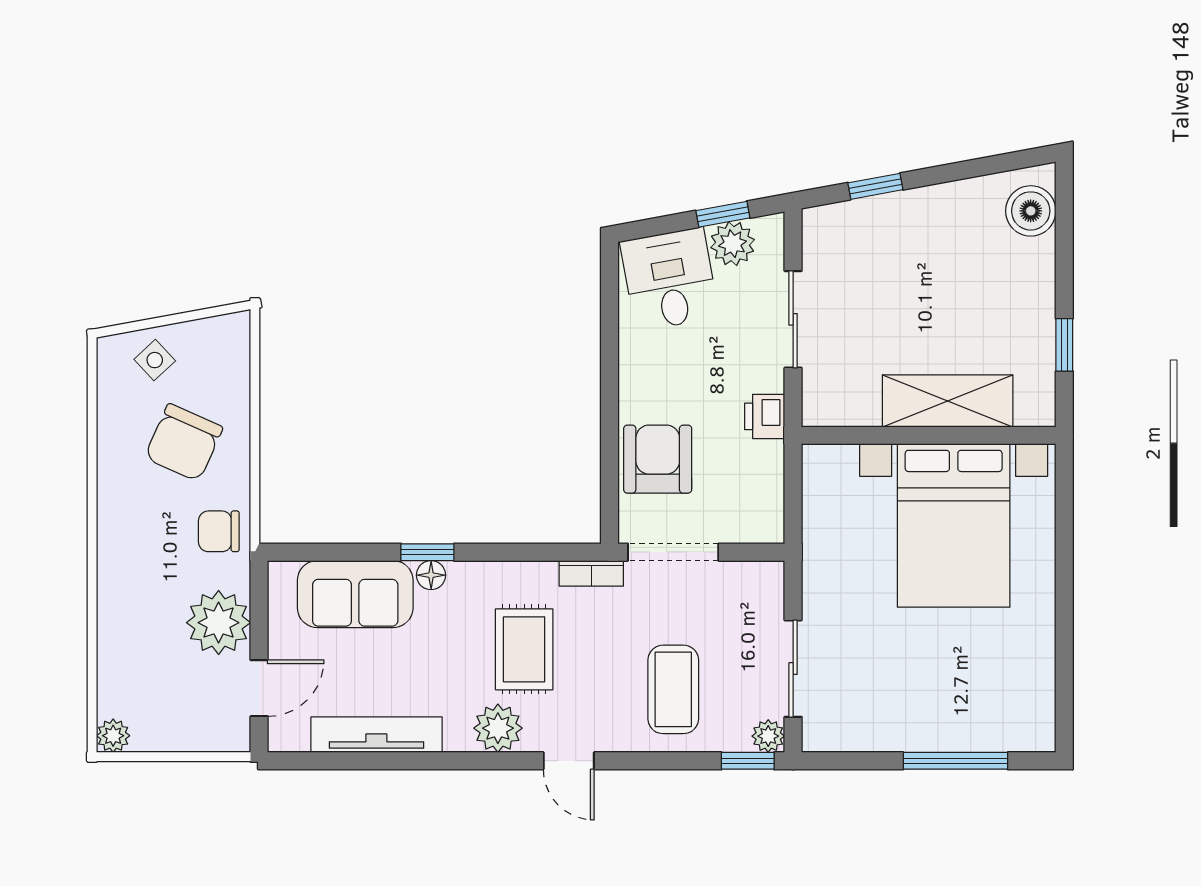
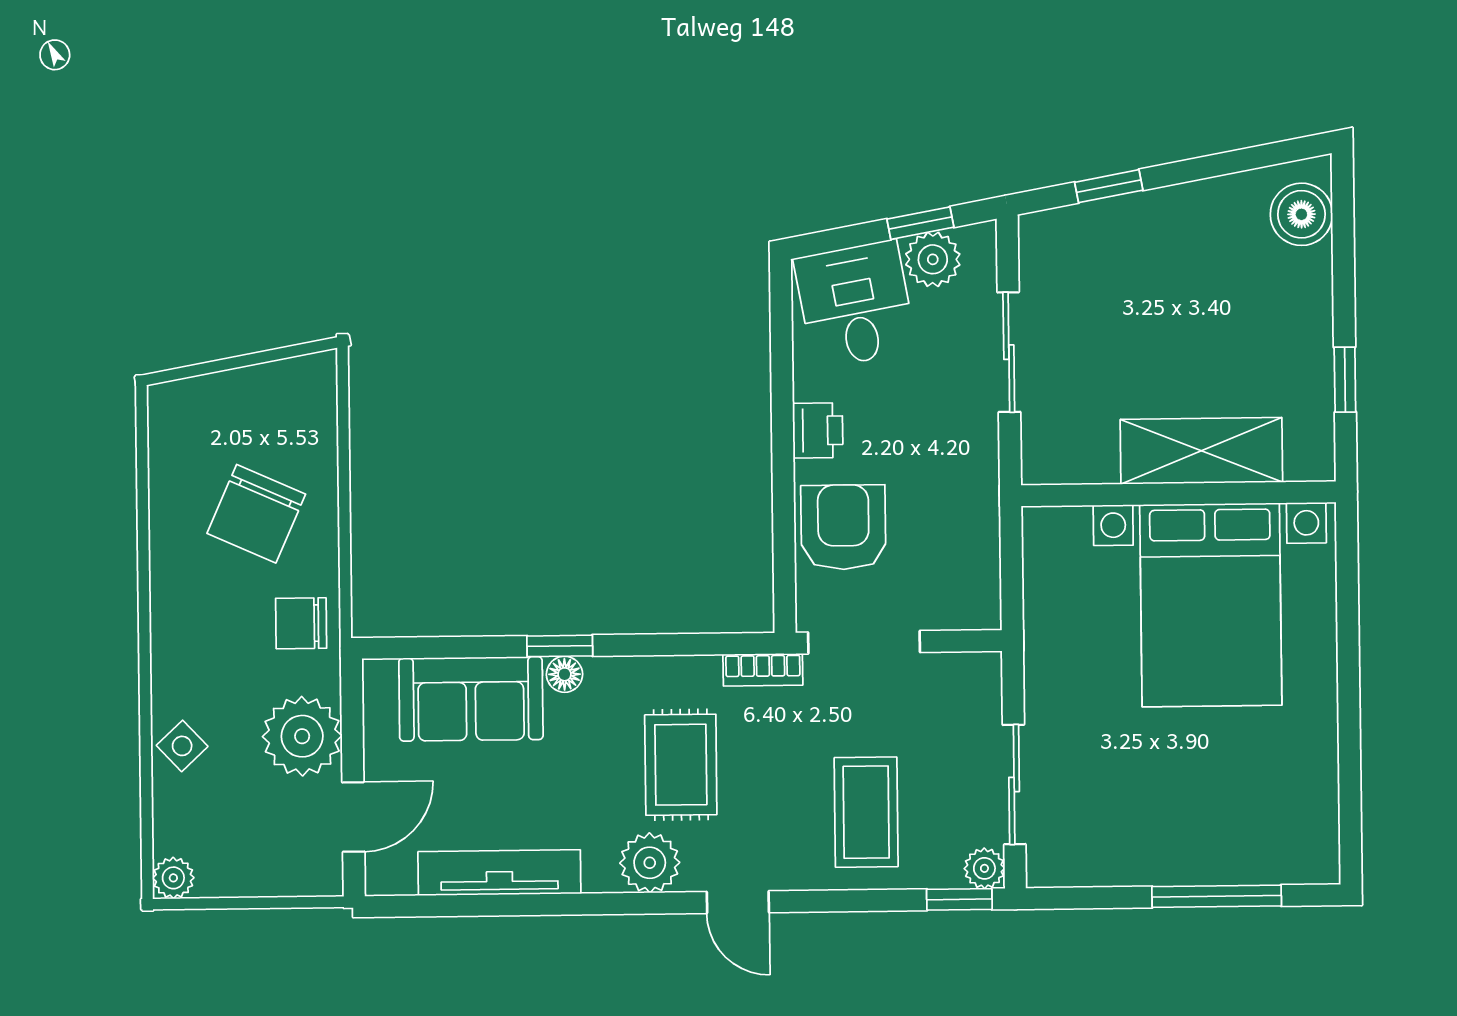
side table: (155, 360) -> (182, 746), moved
printer: (765, 416) -> (818, 430), moved, turned 180

